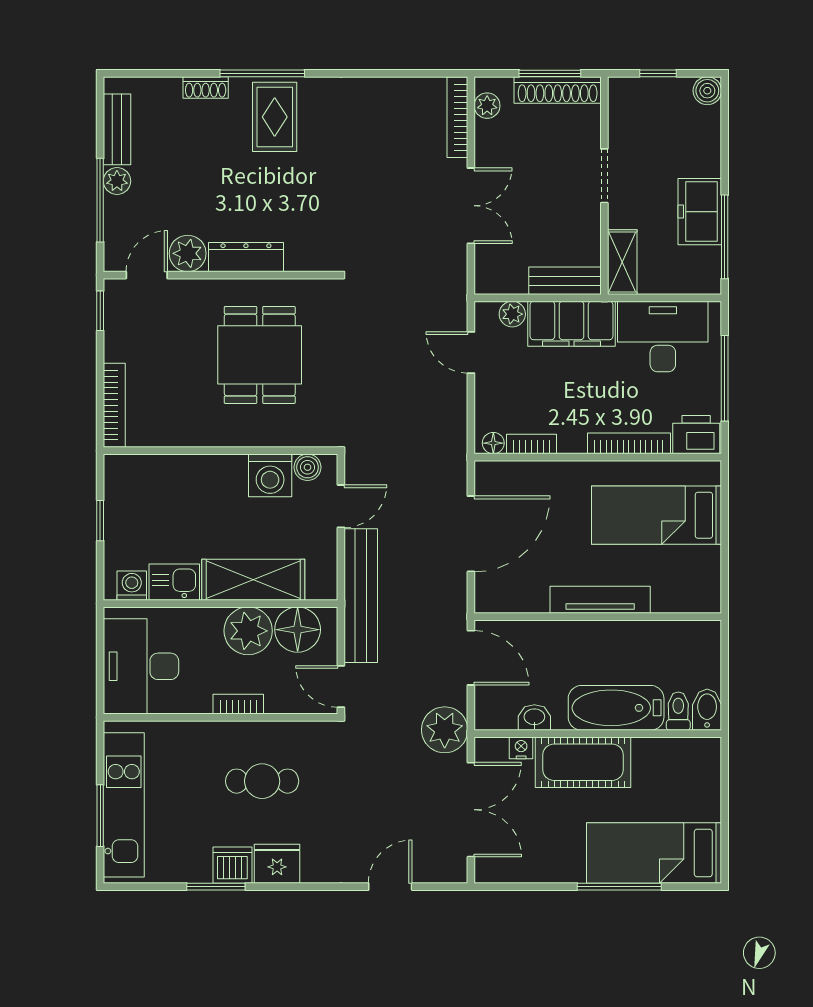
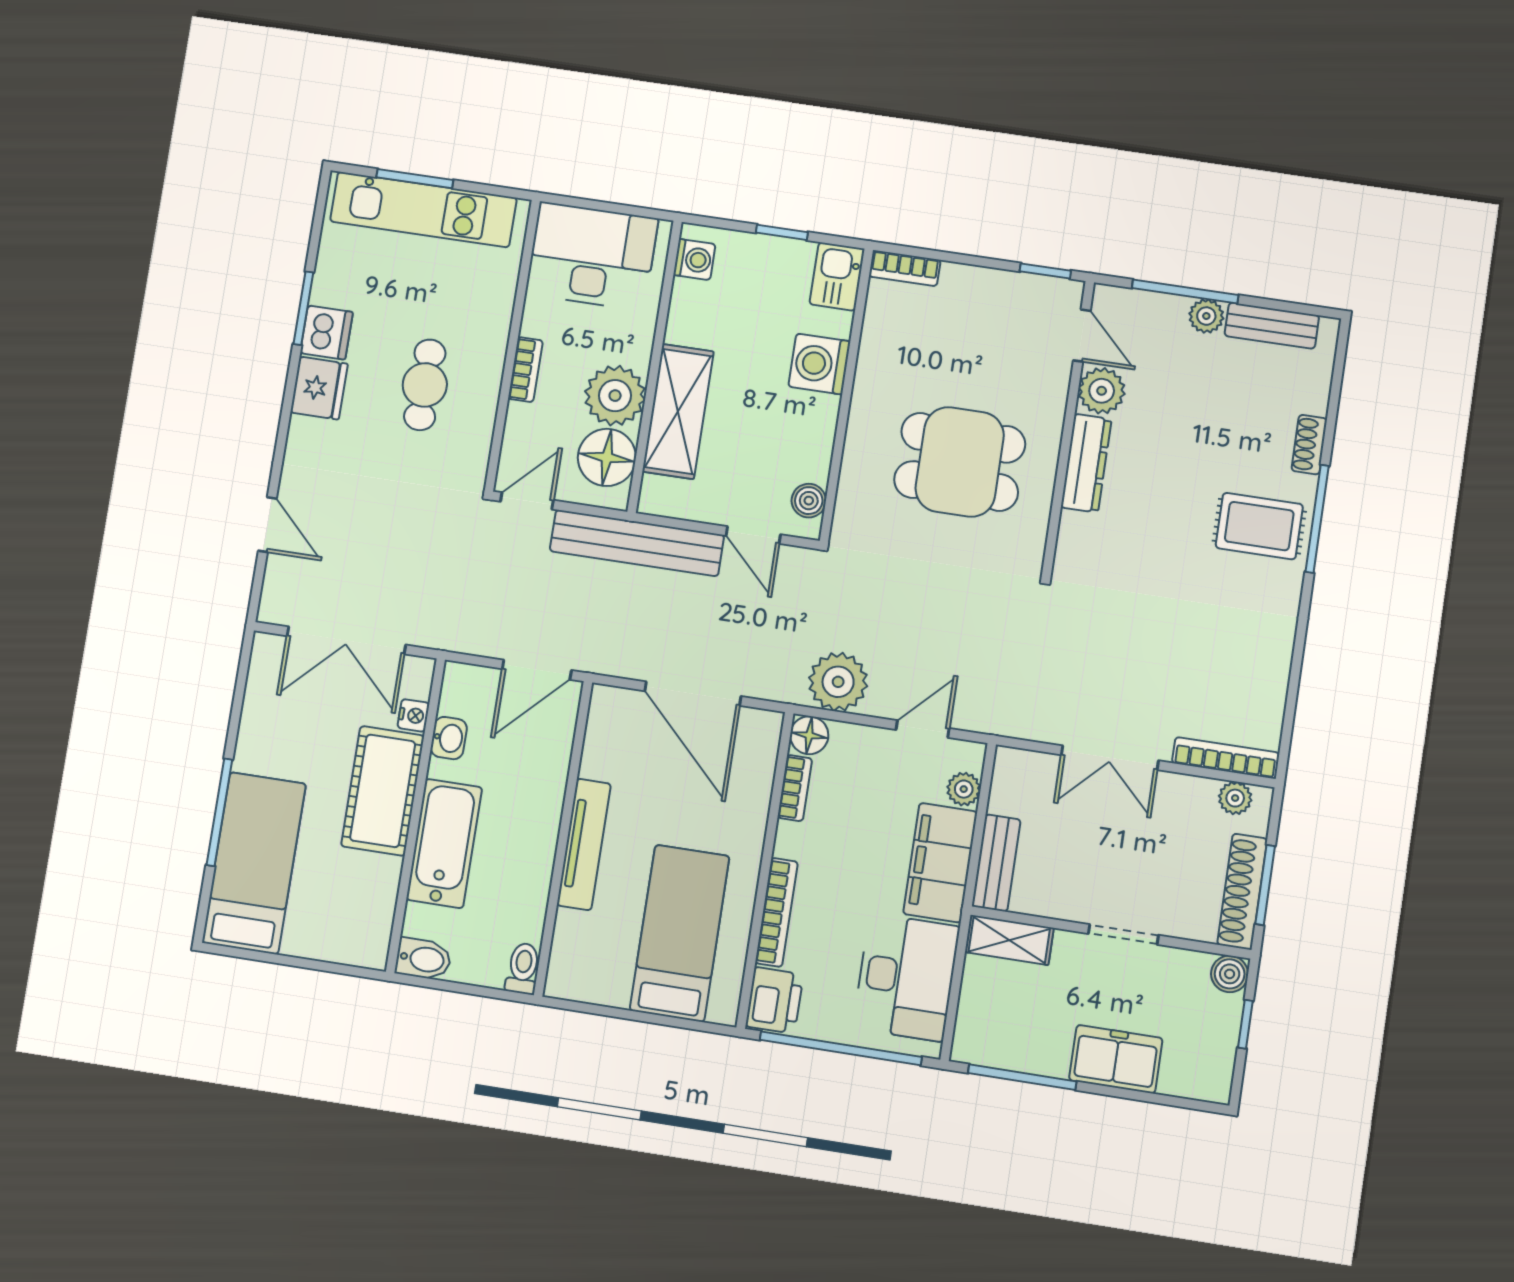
boiler: (707, 91) -> (1230, 974), moved
freezer: (700, 212) -> (1116, 1059), moved
window: (725, 378) -> (841, 1048), width x1.46
bookcase: (114, 405) -> (905, 268), width x0.64
floor lamp: (493, 443) -> (809, 735), width x1.37, depth x1.37
washing machine: (270, 475) -> (819, 364), moved
kitchen sink: (174, 582) -> (837, 276), moved, turned 180
toilet: (678, 711) -> (523, 968), moved, turned -90
plant: (445, 730) -> (838, 682), moved

